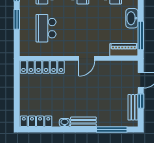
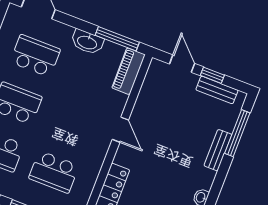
bench: (83, 122) -> (218, 150), moved

